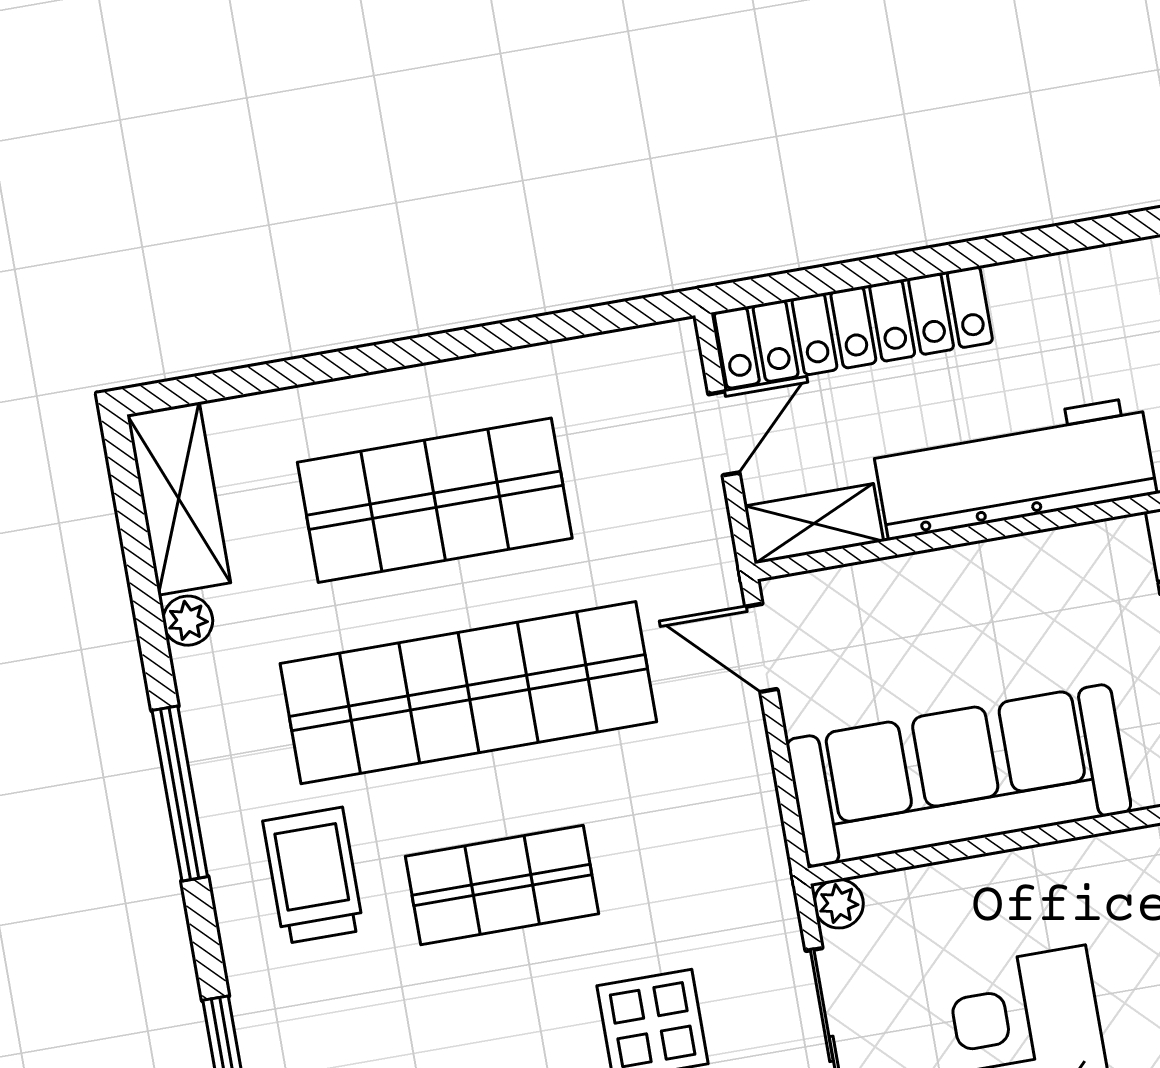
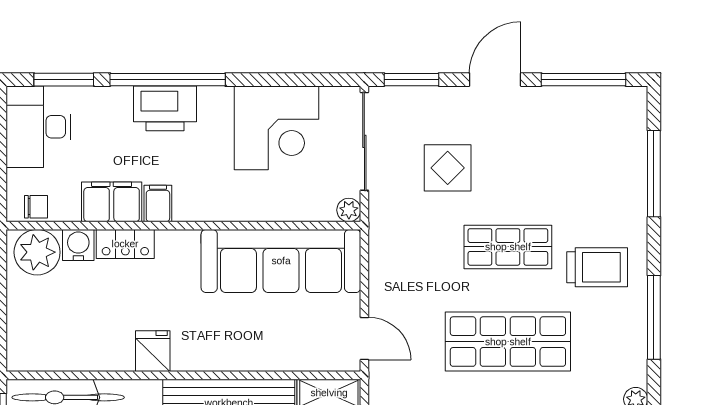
shop shelf: (468, 693) -> (508, 342), width x0.71
trolley: (313, 875) -> (597, 267), turned -90

